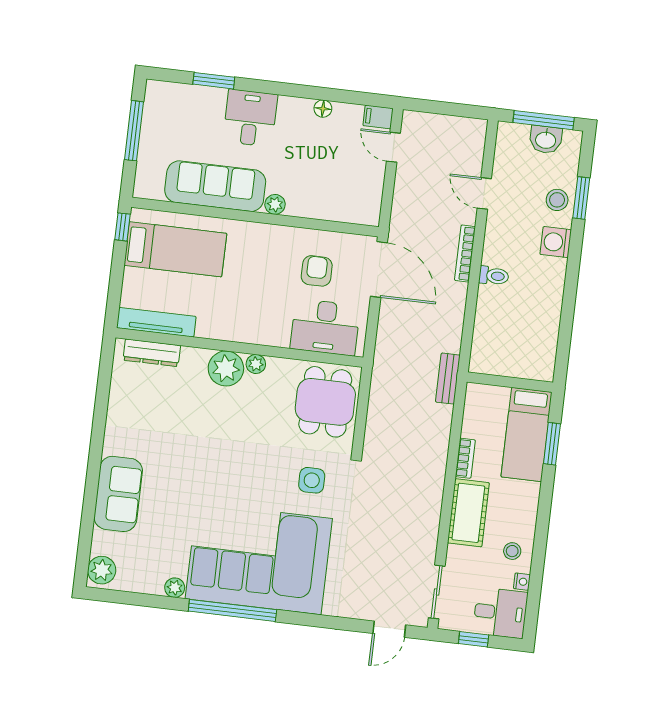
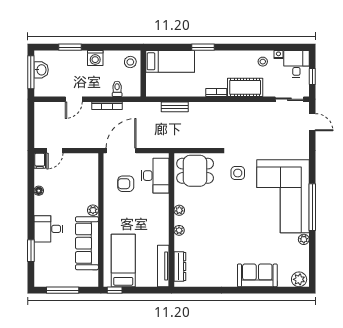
stool: (557, 200) -> (130, 62), moved
plant: (226, 368) -> (179, 230), width x0.53, depth x0.53
wall: (510, 382) -> (143, 74), moved
bed: (527, 435) -> (170, 61), moved

